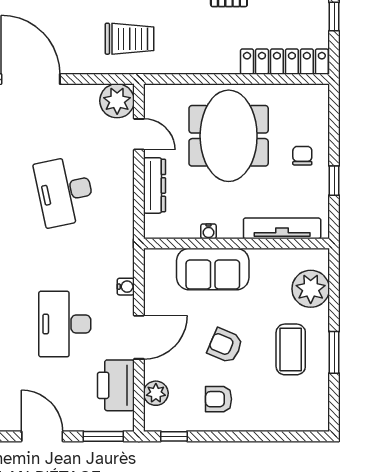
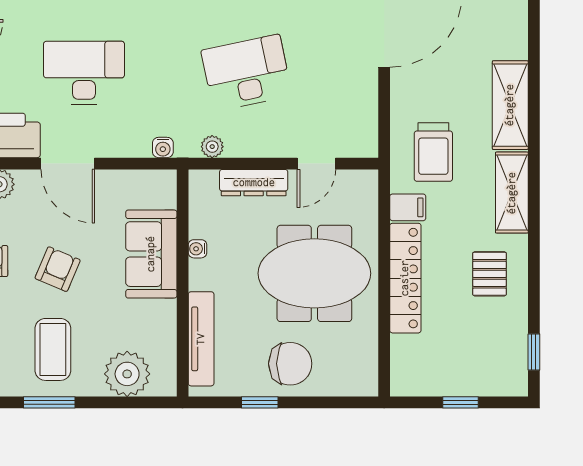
filing cabinet: (175, 60) -> (408, 207), added
locker: (284, 62) -> (405, 278), moved
plant: (117, 101) -> (212, 147), moved, width x0.53, depth x0.53
chair: (302, 156) -> (290, 364), width x1.87, depth x1.87
water cooler: (126, 287) -> (163, 147), moved
coffee table: (291, 349) -> (53, 349), turned 90

